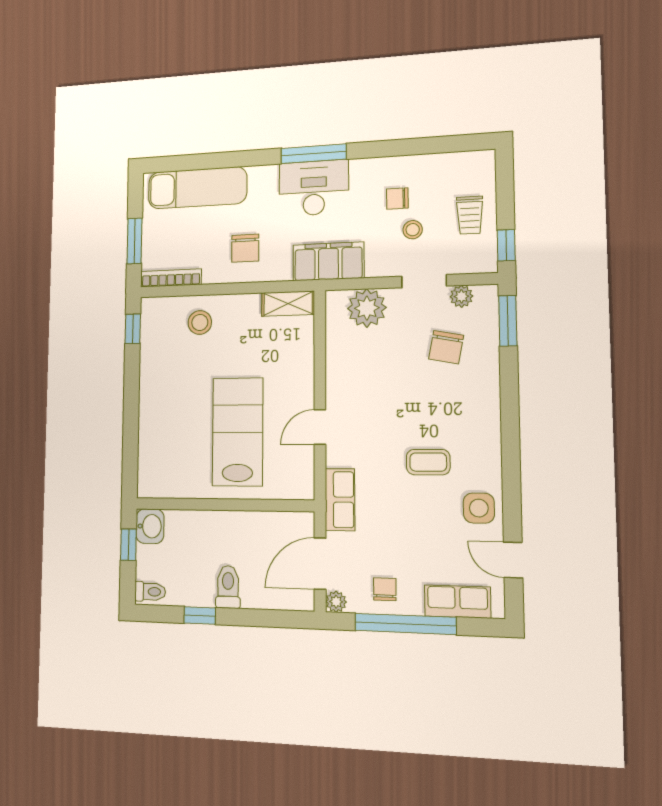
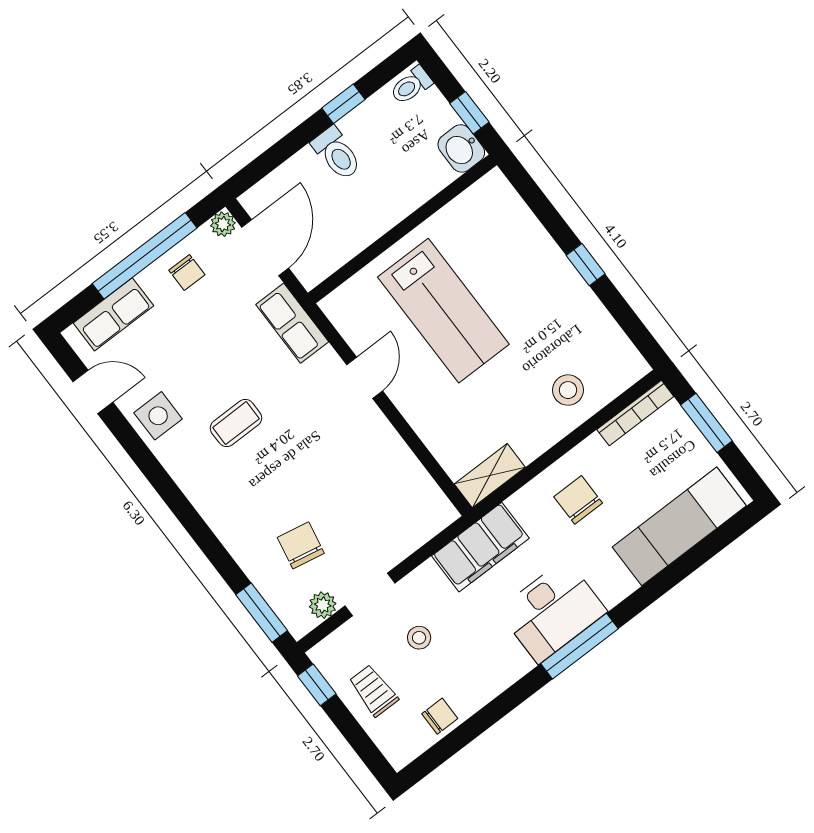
chair: (397, 199) -> (440, 716), moved
plant: (367, 308) -> (406, 528), removed
window: (133, 329) -> (586, 265), moved

